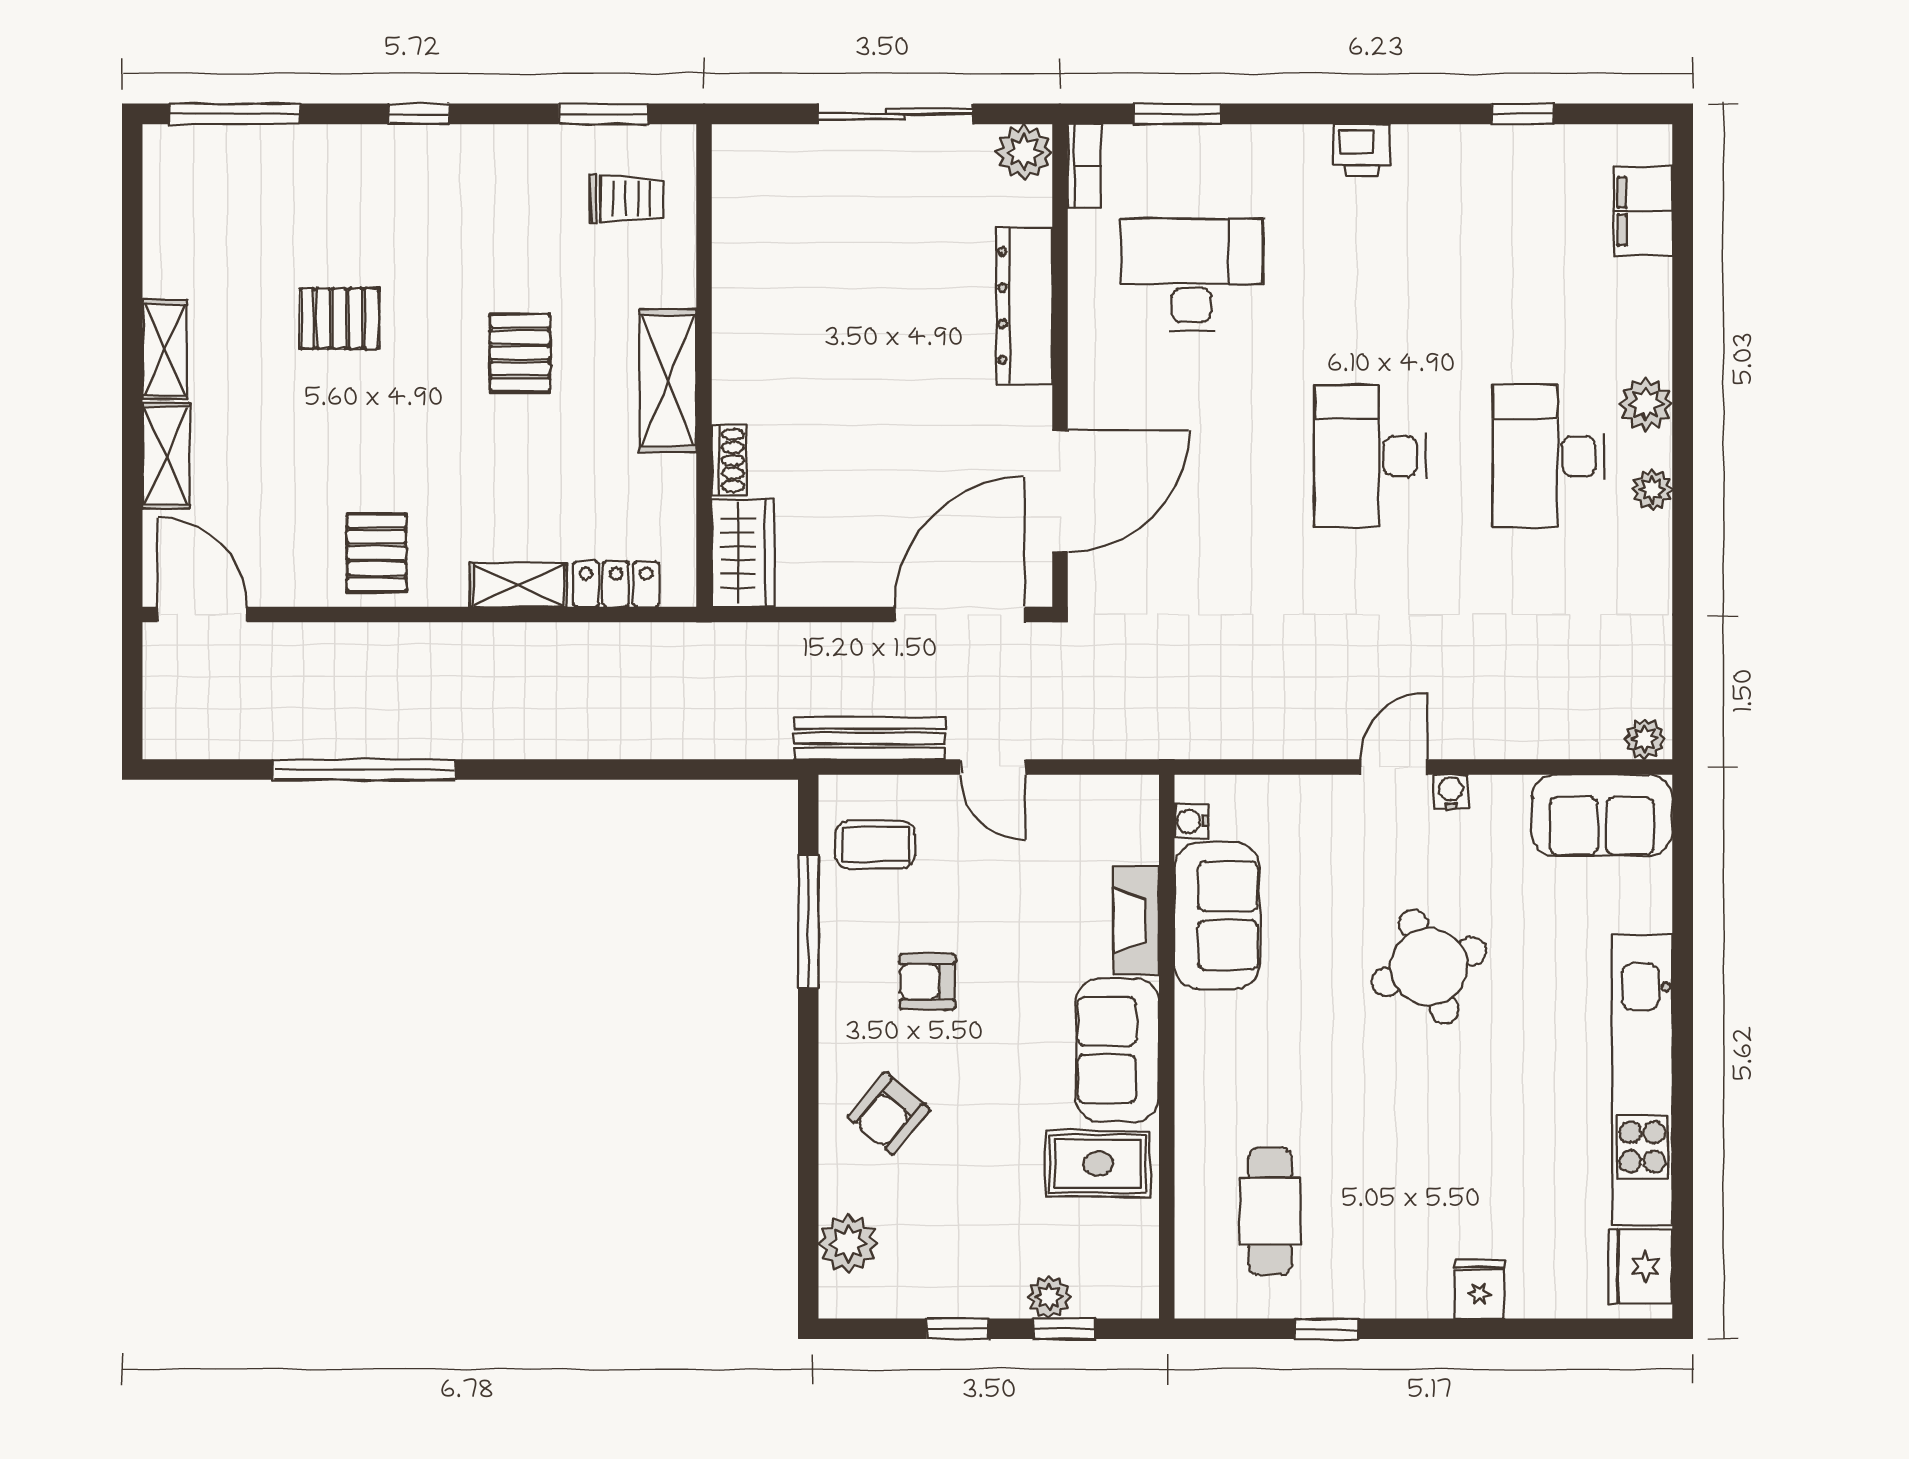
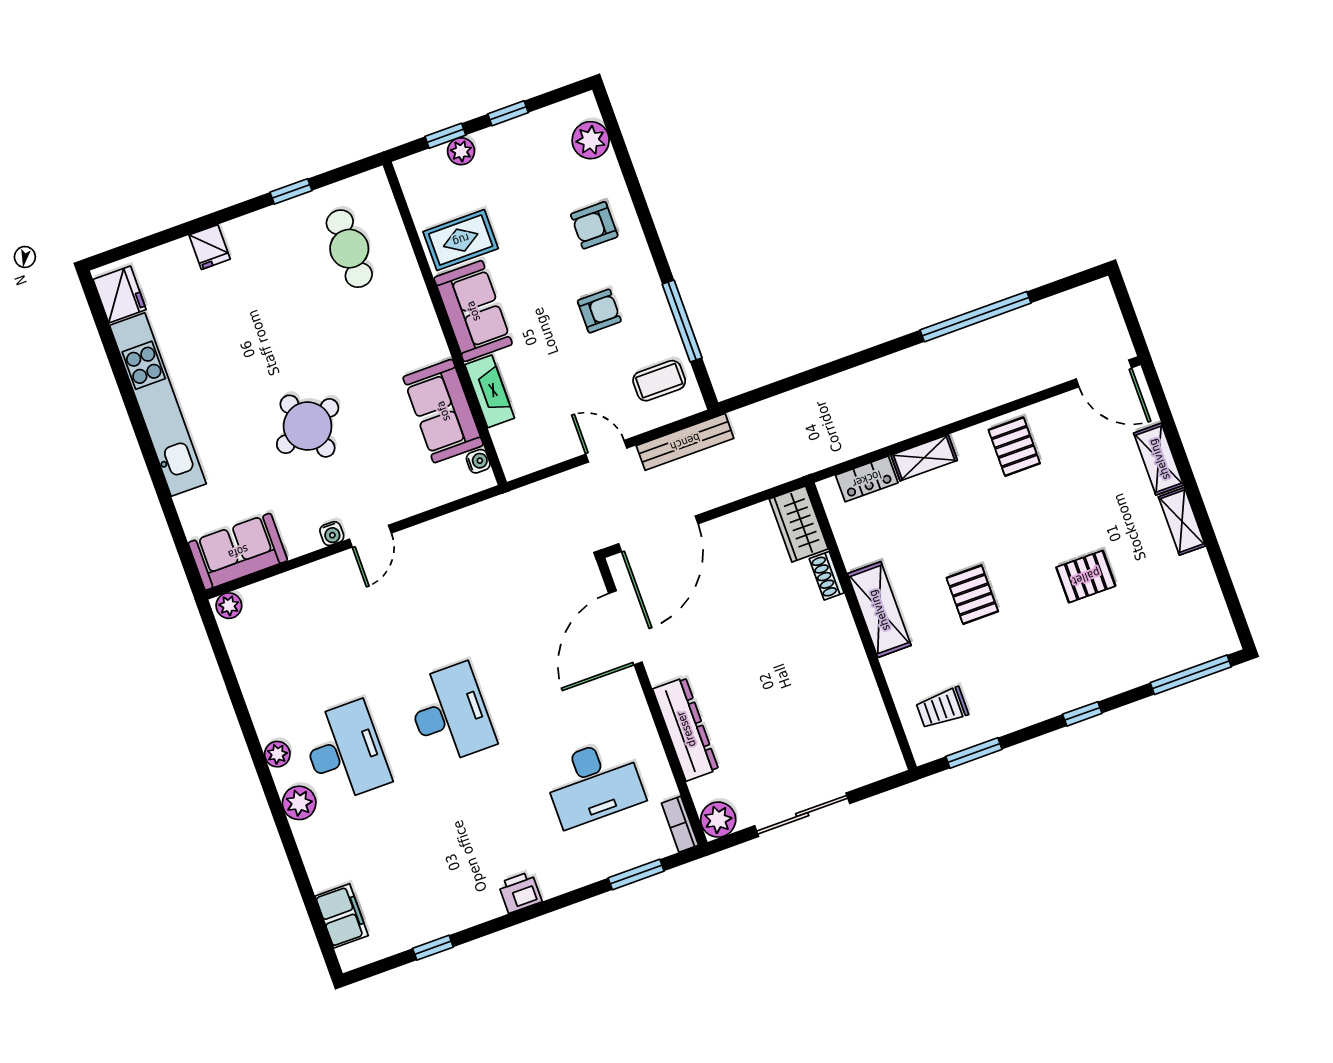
armchair: (889, 1113) -> (594, 225), turned -130

